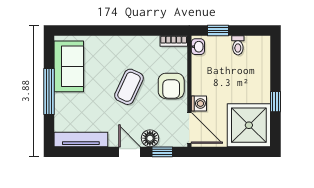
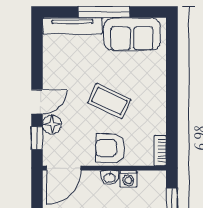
washbasin: (198, 47) -> (109, 178), moved
washing machine: (199, 103) -> (128, 179), moved
tv unit: (81, 139) -> (72, 26), moved, turned 90

